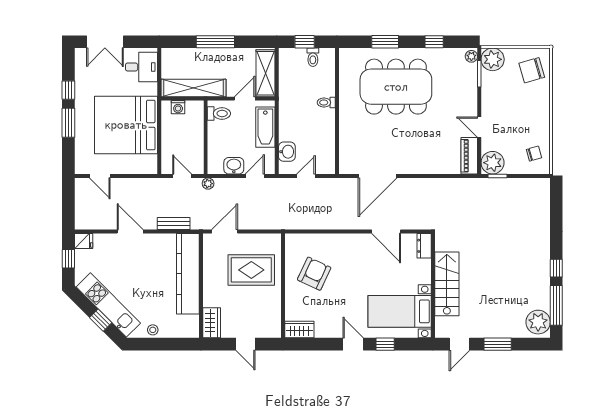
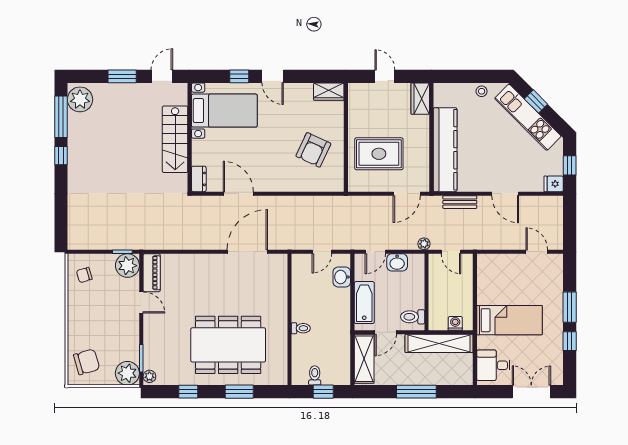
bed: (126, 125) -> (509, 320), width x0.49

